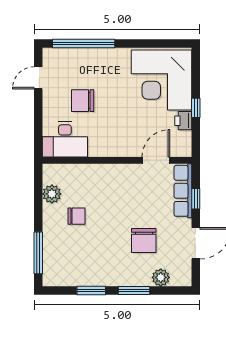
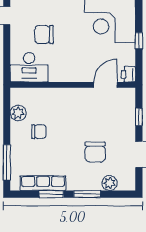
printer: (183, 121) -> (128, 74), moved
row of seats: (183, 191) -> (43, 183), moved, turned 90

